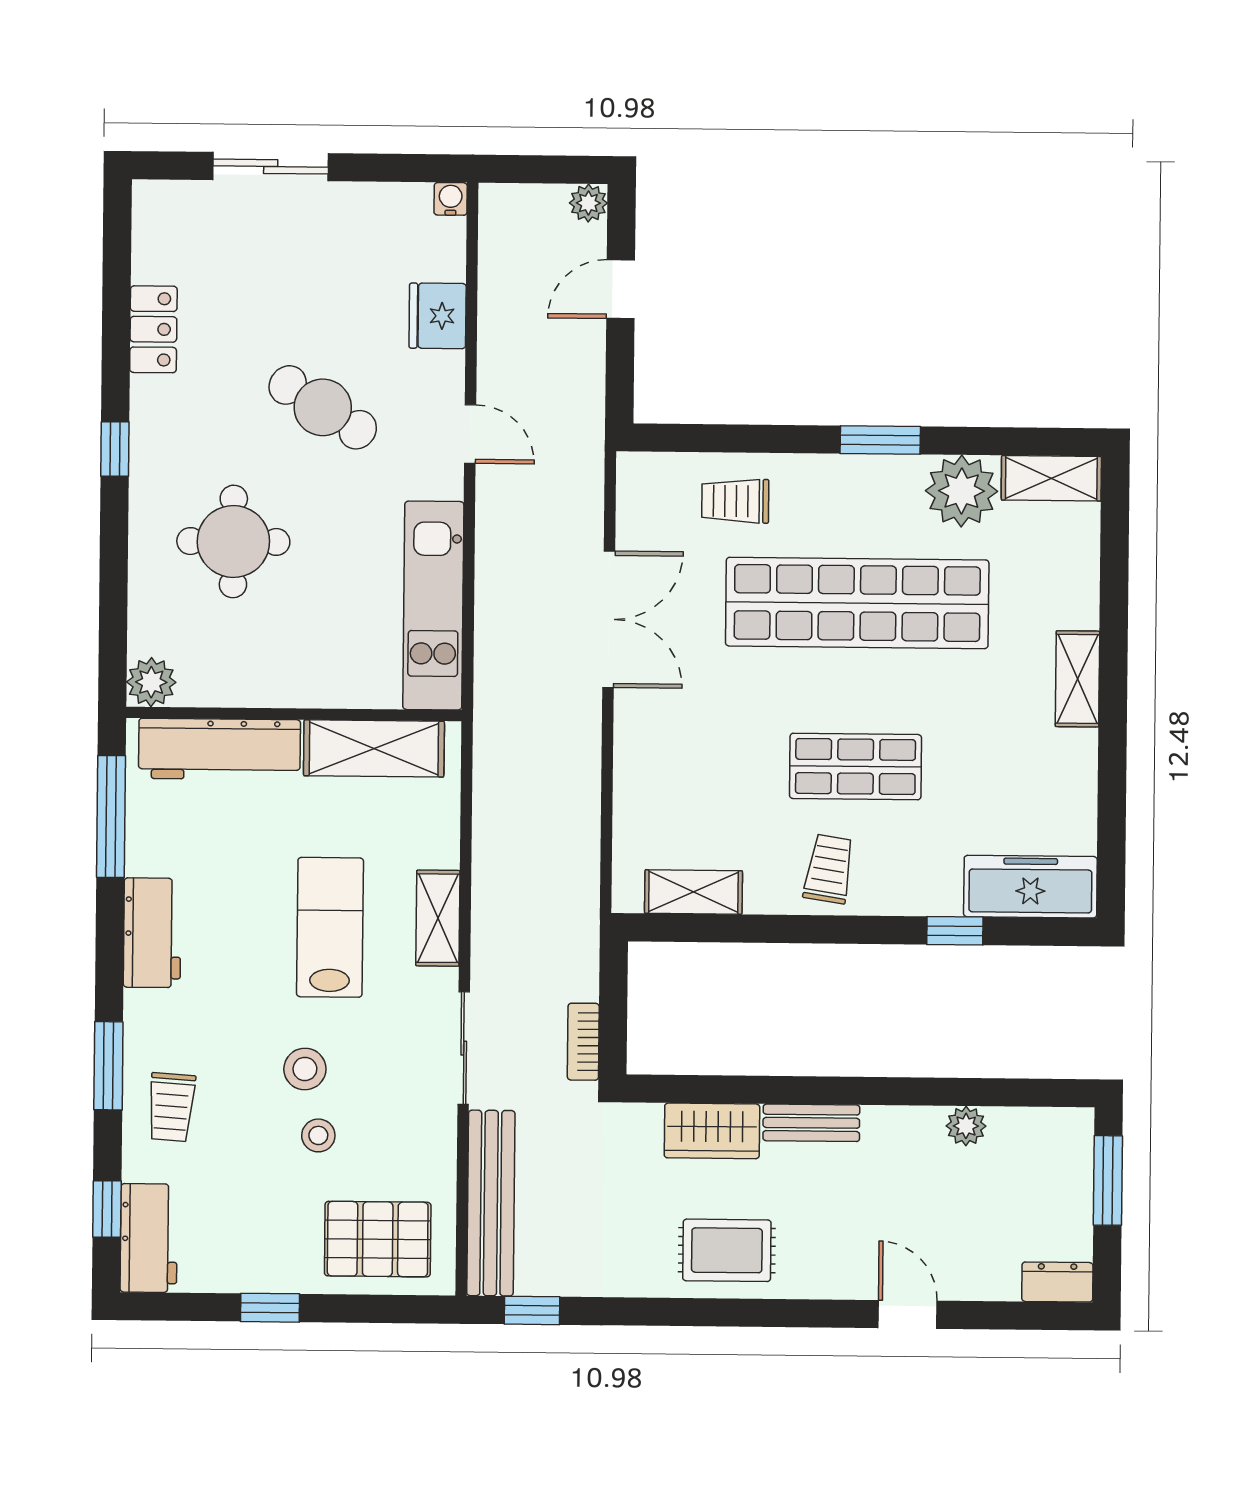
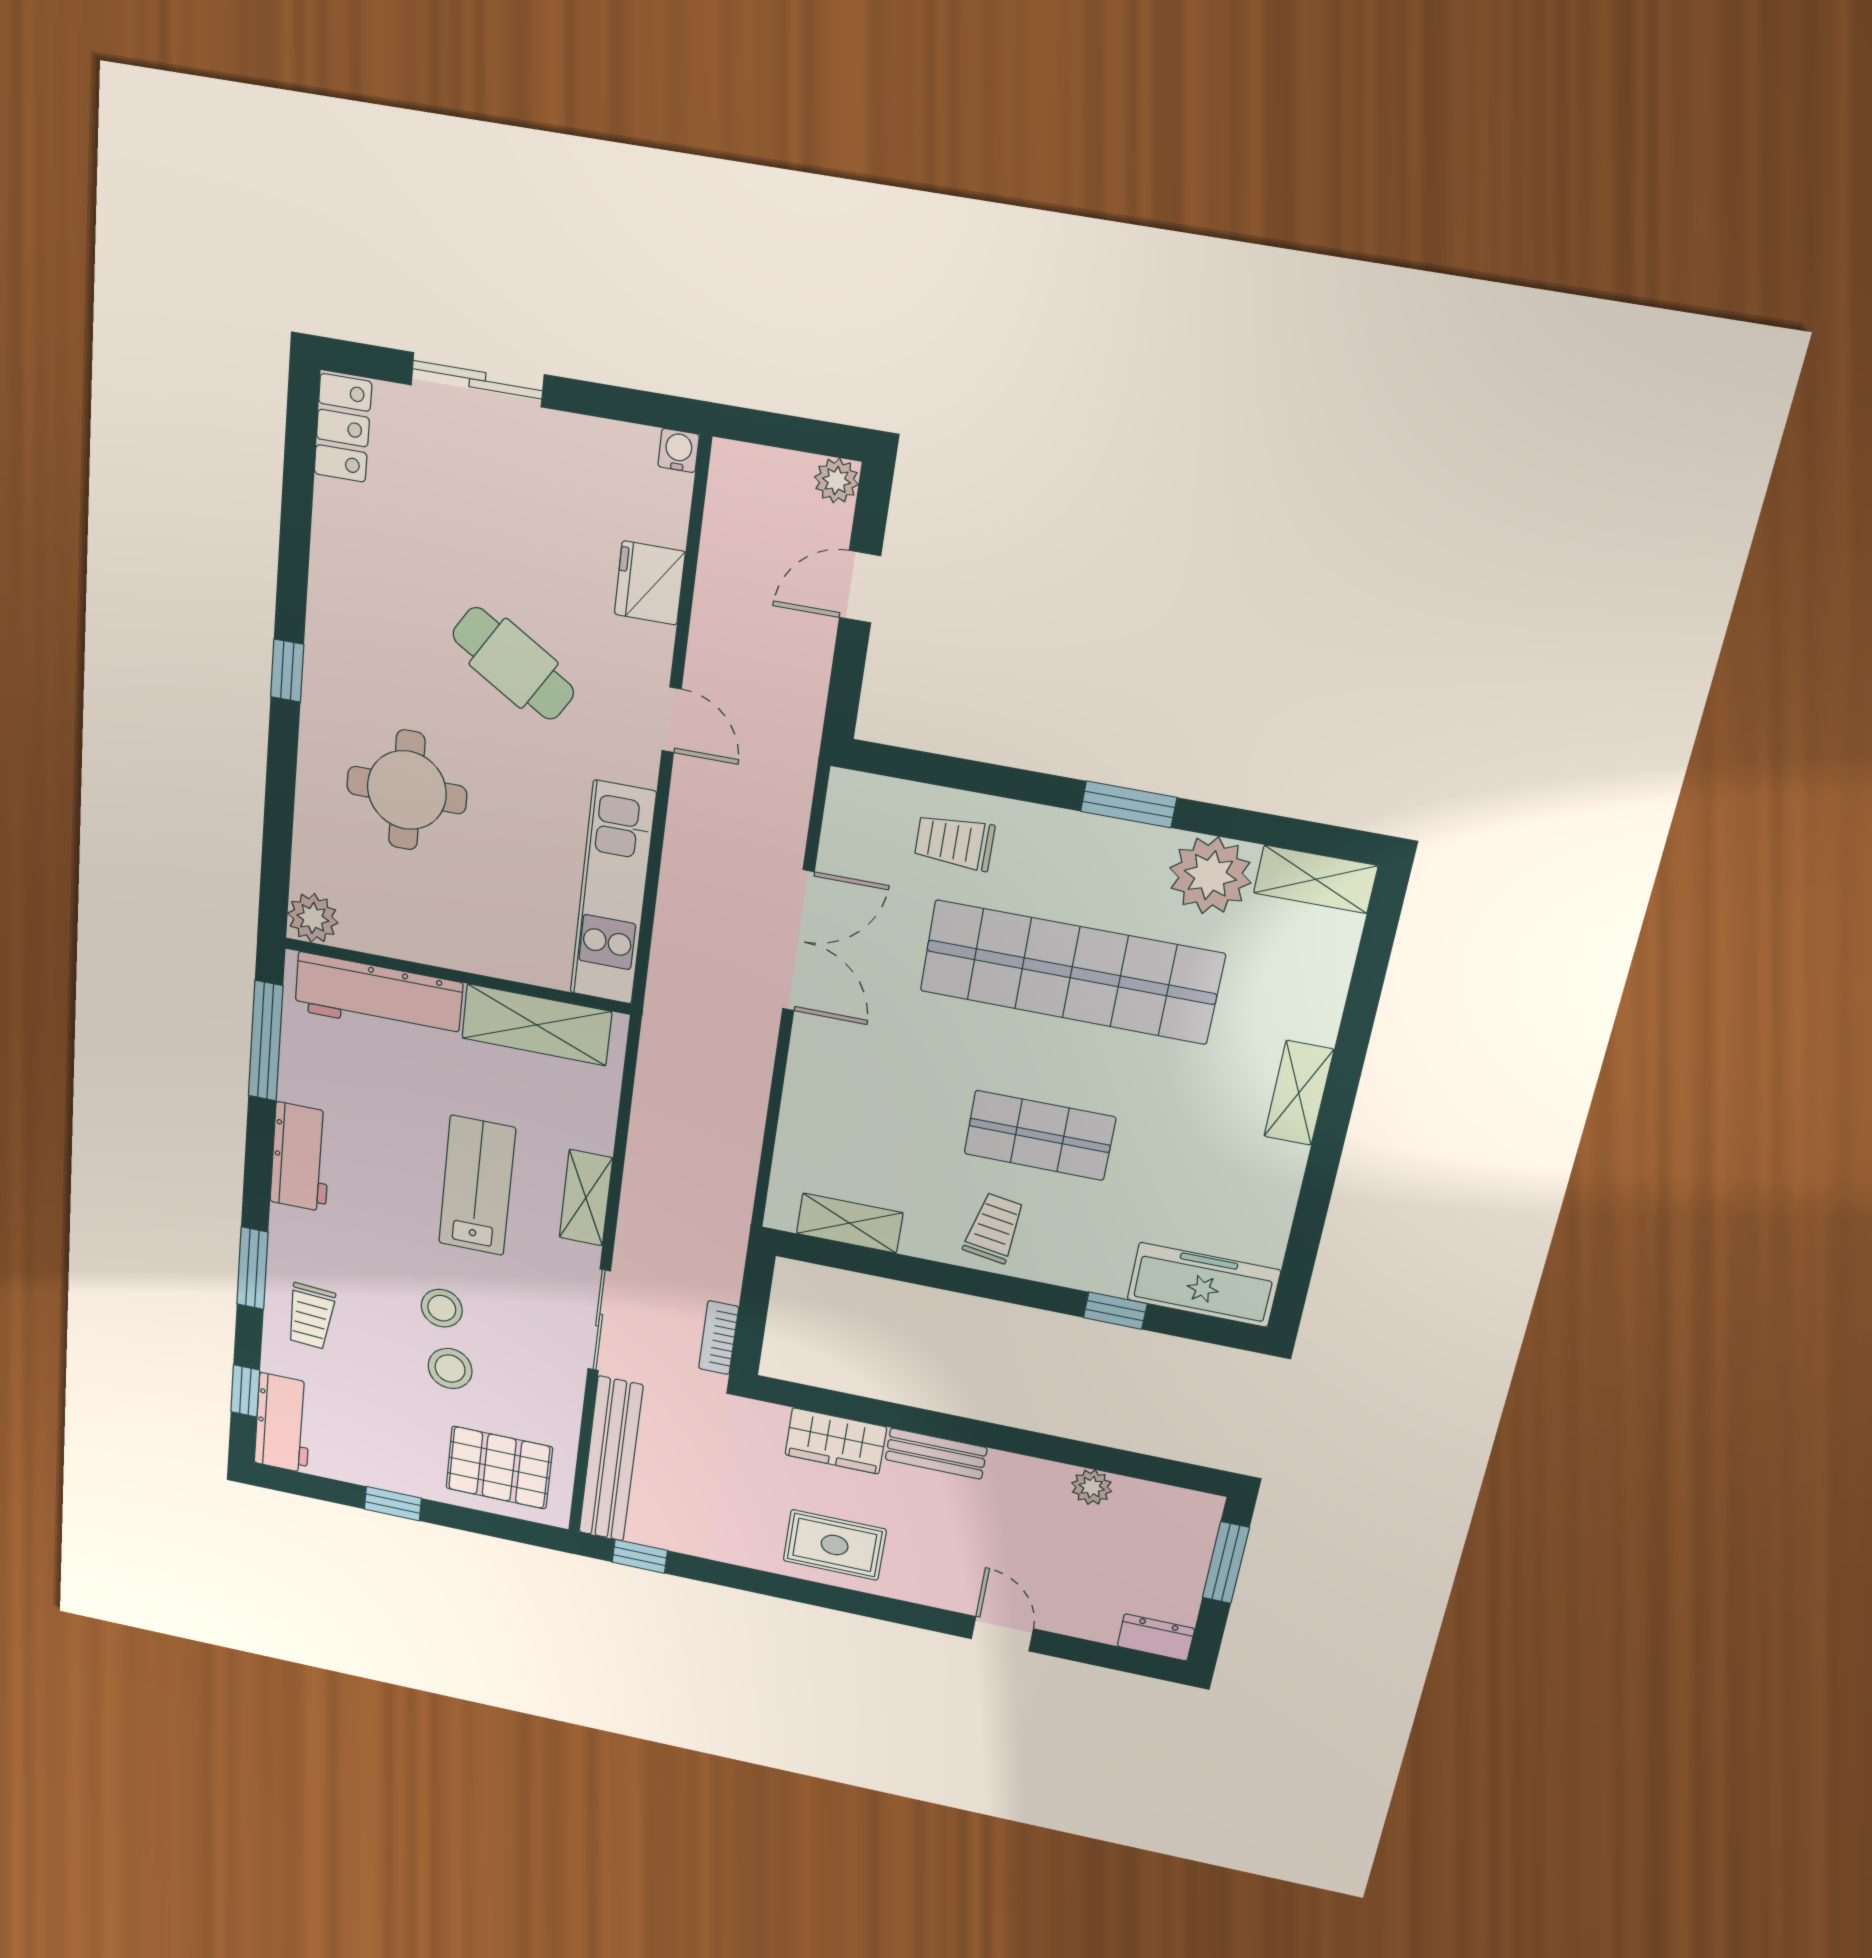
locker: (153, 329) -> (343, 428), moved
stool: (318, 1135) -> (450, 1368), width x1.37, depth x1.37

